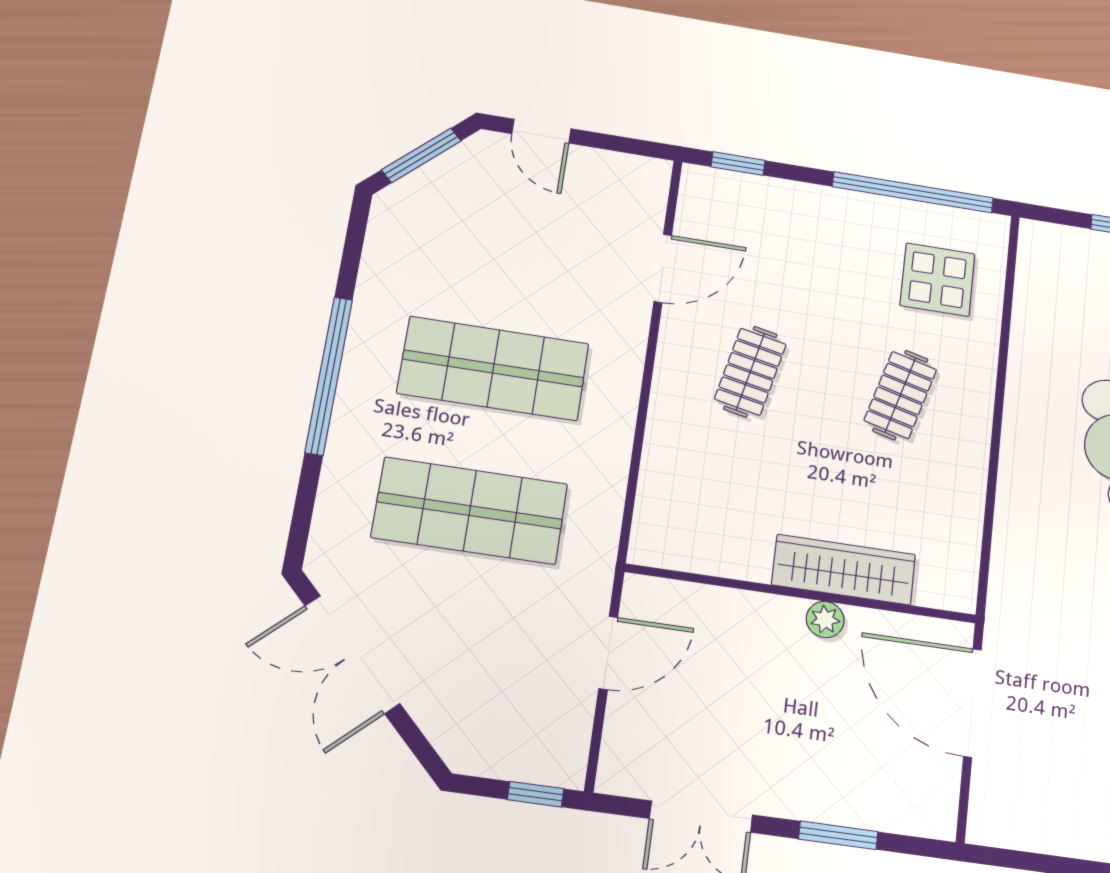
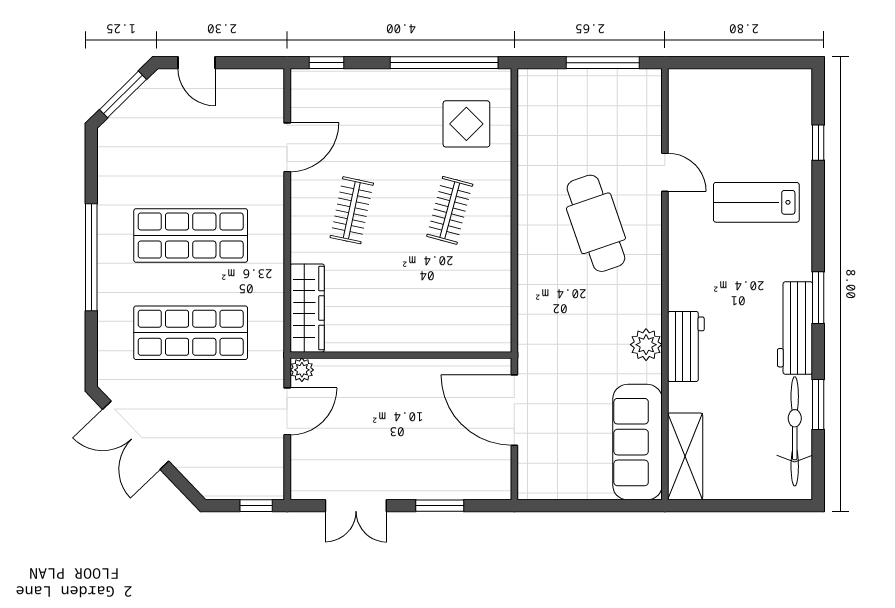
wardrobe: (844, 570) -> (307, 308), moved, turned 90
plant: (825, 619) -> (302, 370), moved

